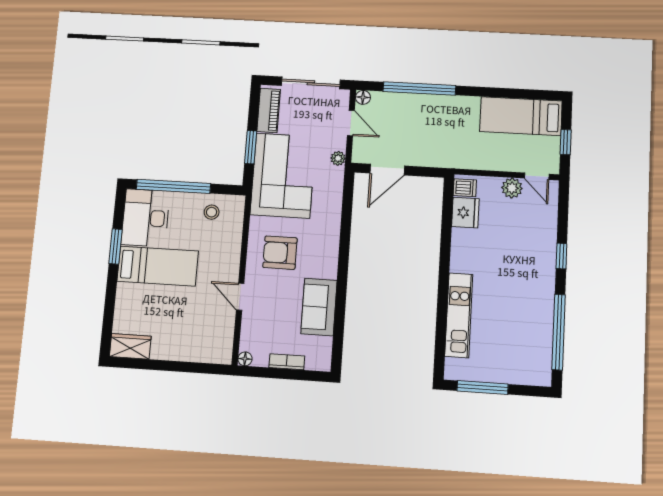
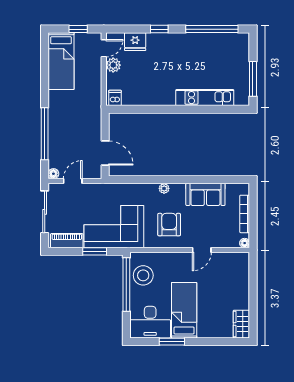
plant: (338, 158) -> (164, 188), moved
window: (173, 186) -> (126, 284), moved
stool: (212, 212) -> (143, 275), width x1.89, depth x1.89
fridge: (465, 213) -> (135, 42), moved, turned 180
armchair: (280, 253) -> (169, 225), turned 180
bookcase: (287, 362) -> (245, 214), width x1.56

